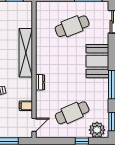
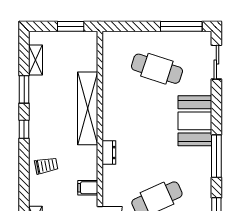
cafe table: (72, 26) -> (157, 69), turned 39

